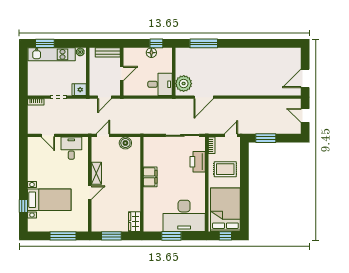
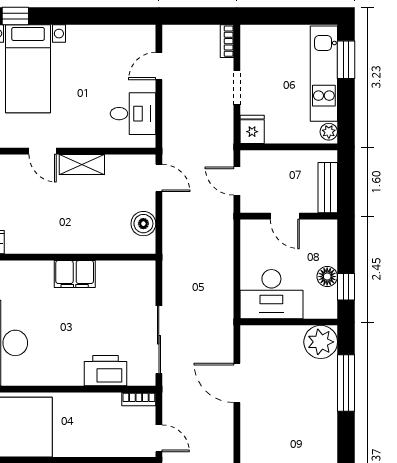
desk: (160, 84) -> (271, 294), width x1.37
plant: (184, 84) -> (321, 342), moved
rug: (225, 169) -> (90, 427), removed

